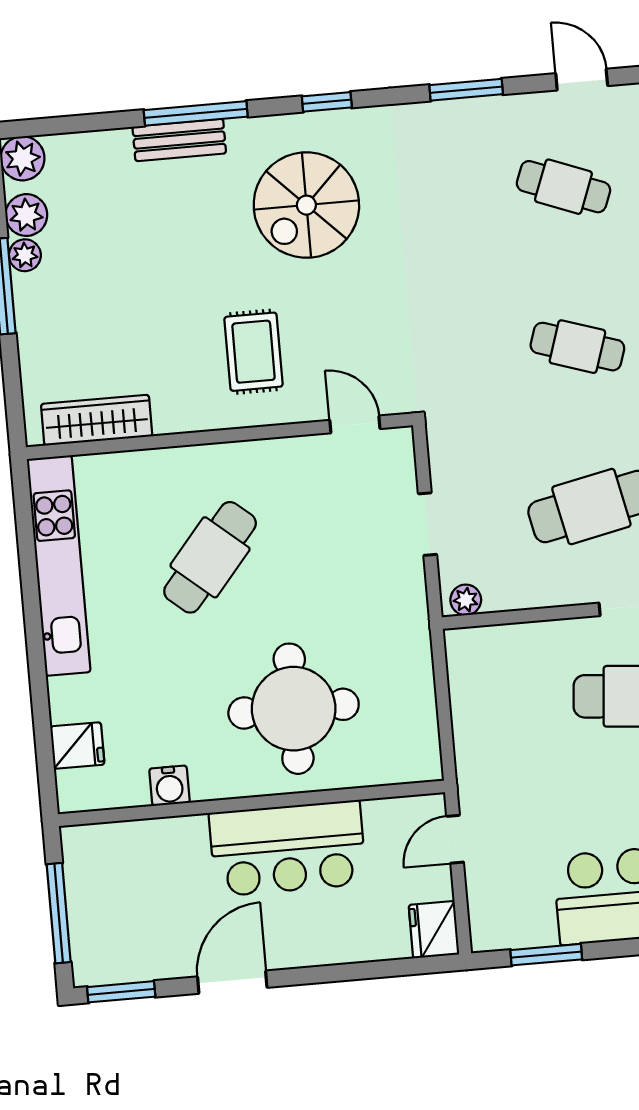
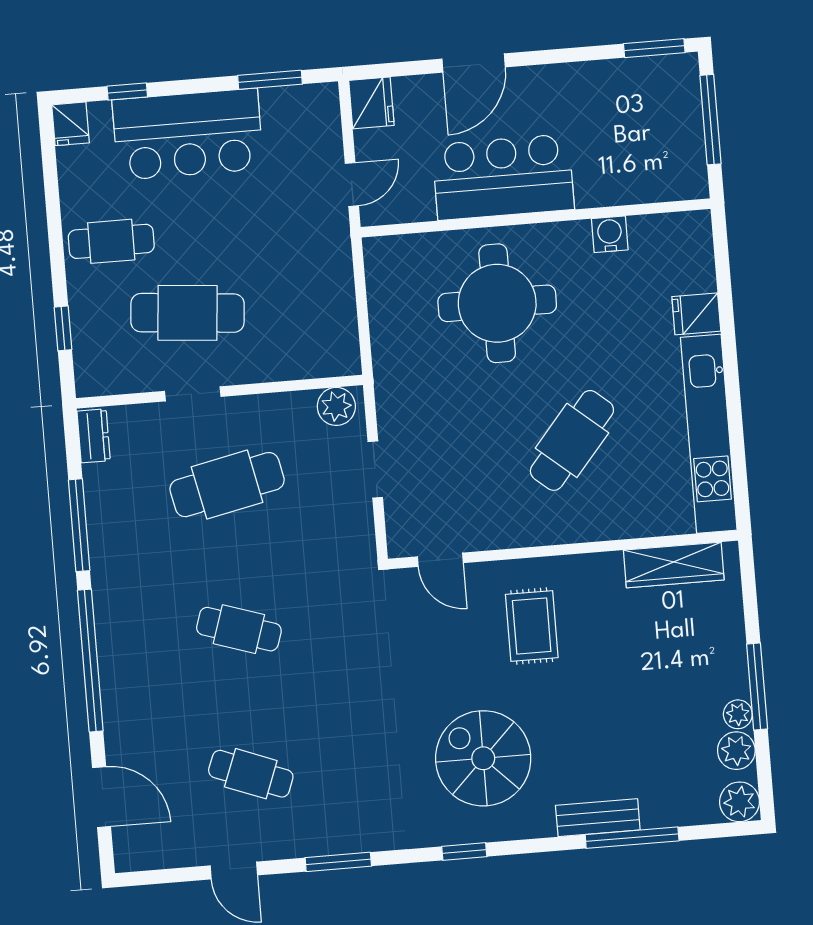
window: (196, 113) -> (632, 838), moved
spiral stairs: (306, 205) -> (483, 758), turned -90
plant: (466, 600) -> (336, 406), width x1.38, depth x1.38
fridge: (77, 746) -> (696, 314), moved
door: (232, 982) -> (474, 63), moved

